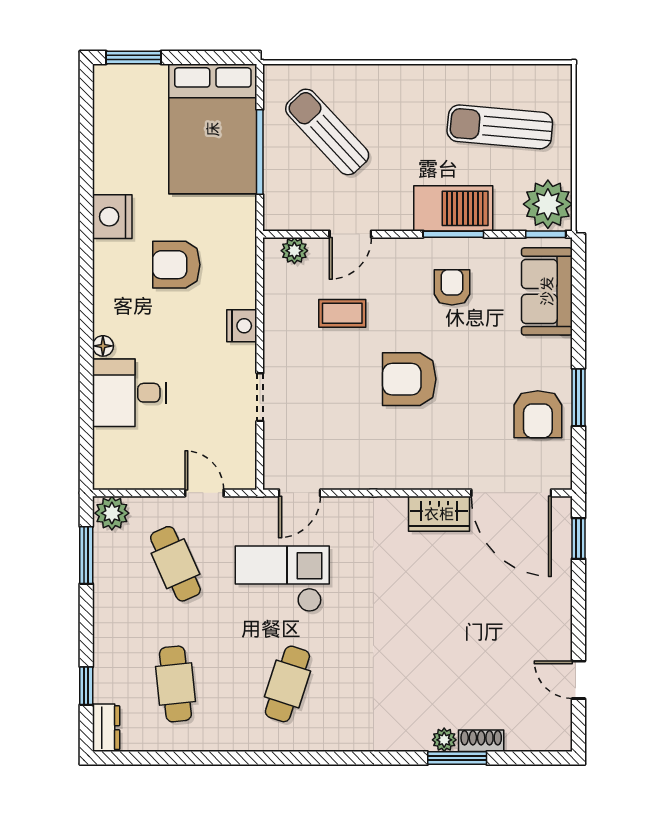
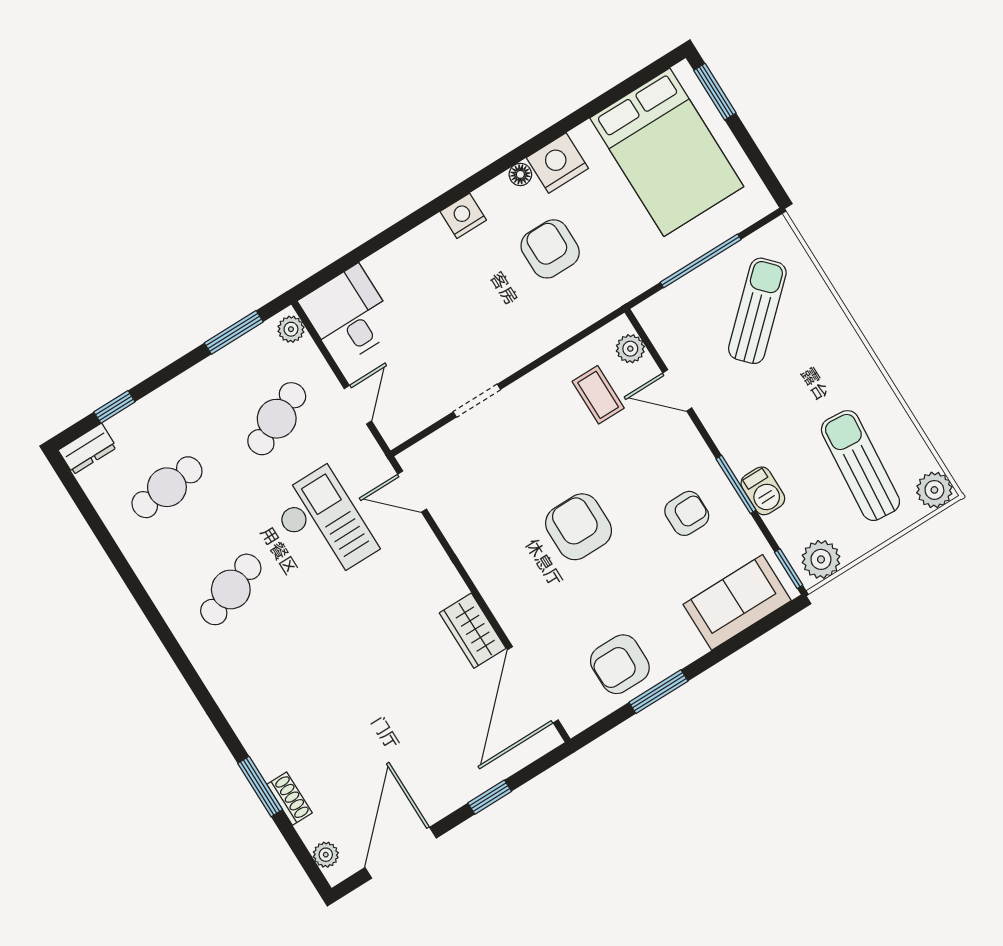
plant: (555, 81) -> (934, 490), added
bed: (213, 129) -> (667, 152), moved, turned -90
plant: (548, 204) -> (821, 559), width x0.73, depth x0.73
barbecue: (453, 208) -> (763, 491), width x0.53, depth x0.65
coffee table: (342, 313) -> (598, 395), moved
nightstand: (242, 326) -> (463, 216), moved, turned 180
floor lamp: (103, 346) -> (520, 174), moved
desk: (129, 393) -> (349, 315), moved
plant: (112, 513) -> (291, 329), width x0.73, depth x0.73
window: (579, 538) -> (490, 797), moved
door: (579, 680) -> (401, 853), width x1.88
cafe table: (287, 684) -> (231, 589), turned -39
plant: (444, 740) -> (326, 855), moved

